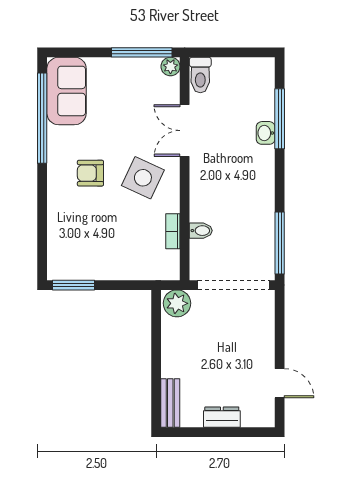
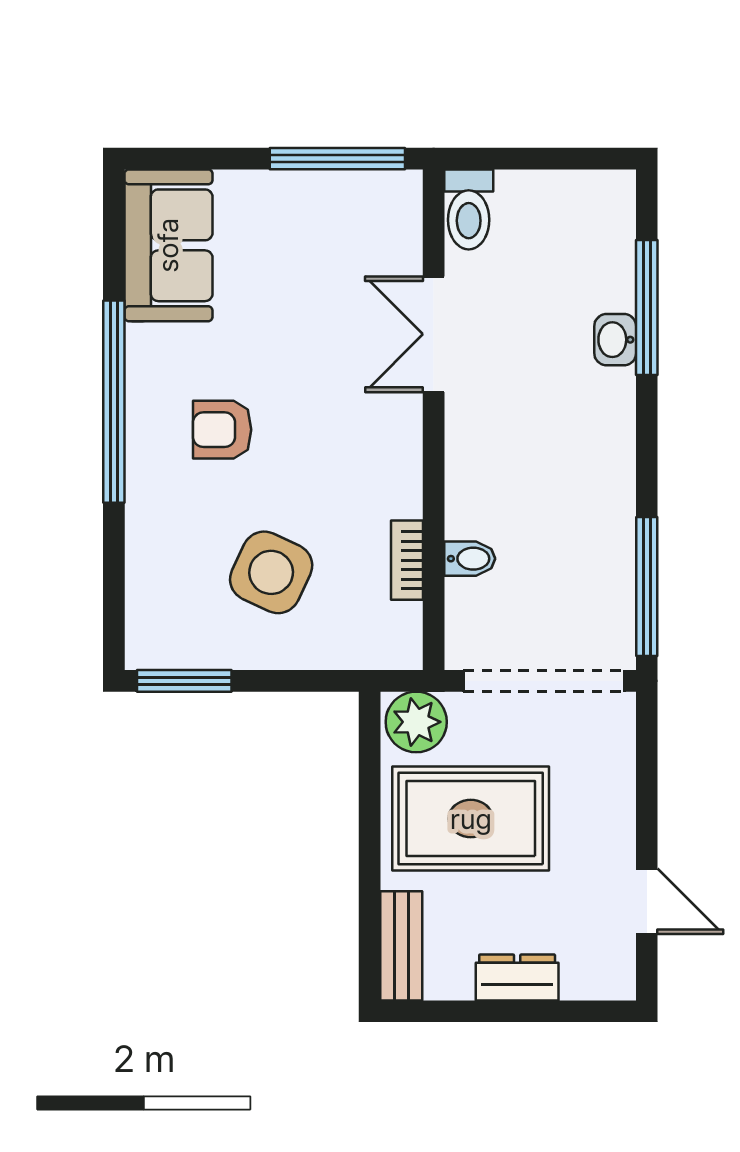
plant: (170, 67) -> (402, 190), removed
window: (42, 118) -> (114, 402), moved
side table: (143, 178) -> (271, 572), moved
rug: (201, 346) -> (471, 819), added

